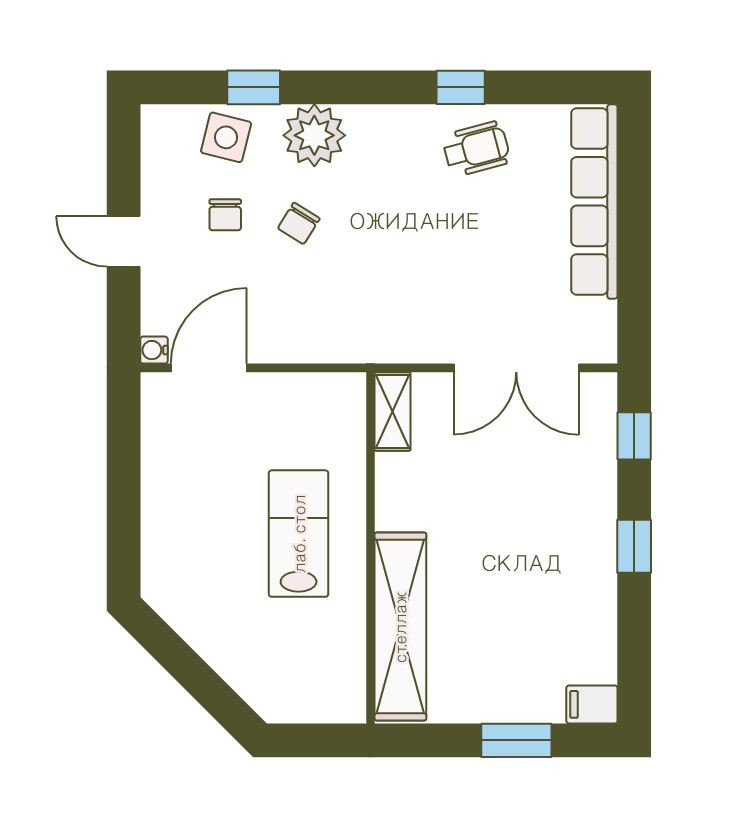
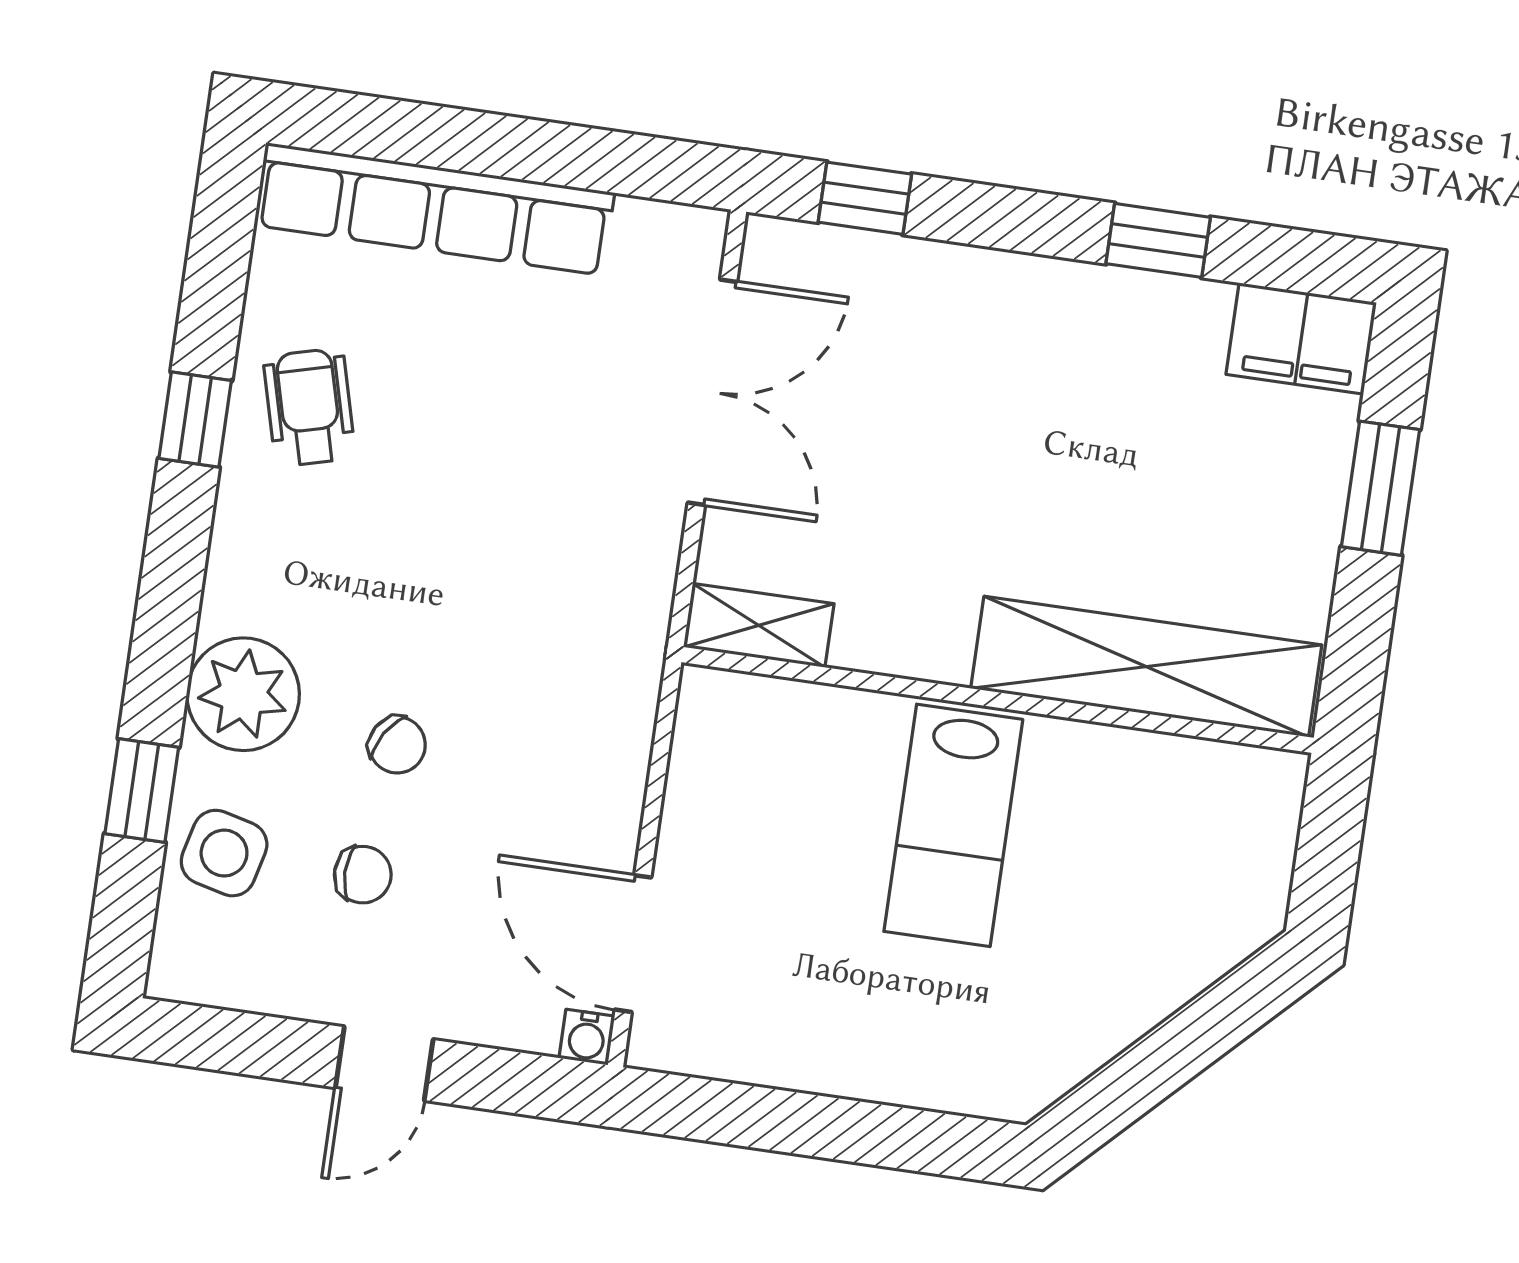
lab bench: (299, 534) -> (953, 825), turned -90
window: (634, 546) -> (1158, 240), moved
filing cabinet: (592, 704) -> (1301, 338), width x2.00

